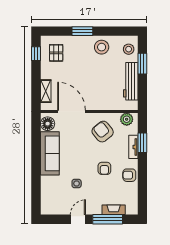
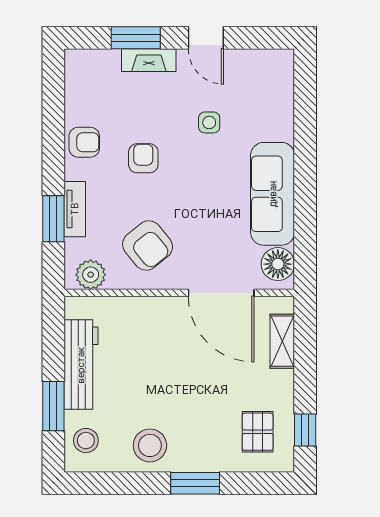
fireplace: (114, 210) -> (149, 60), moved
door: (78, 219) -> (206, 38), hinge flipped
window: (108, 219) -> (136, 38), width x0.69

